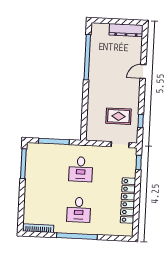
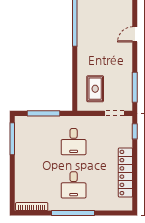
rug: (119, 116) -> (95, 89), moved, turned 90
window: (141, 121) -> (135, 87), width x2.17

